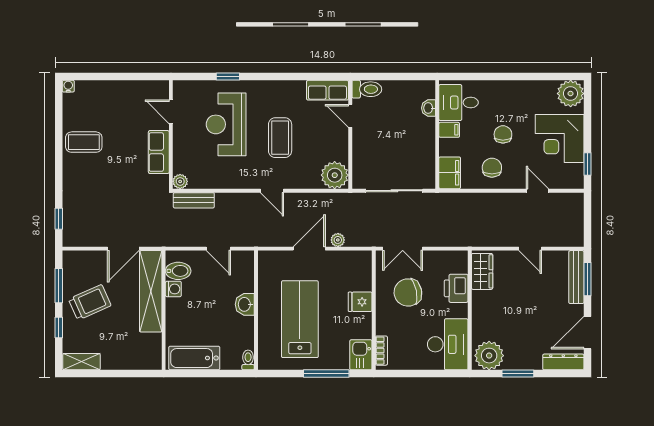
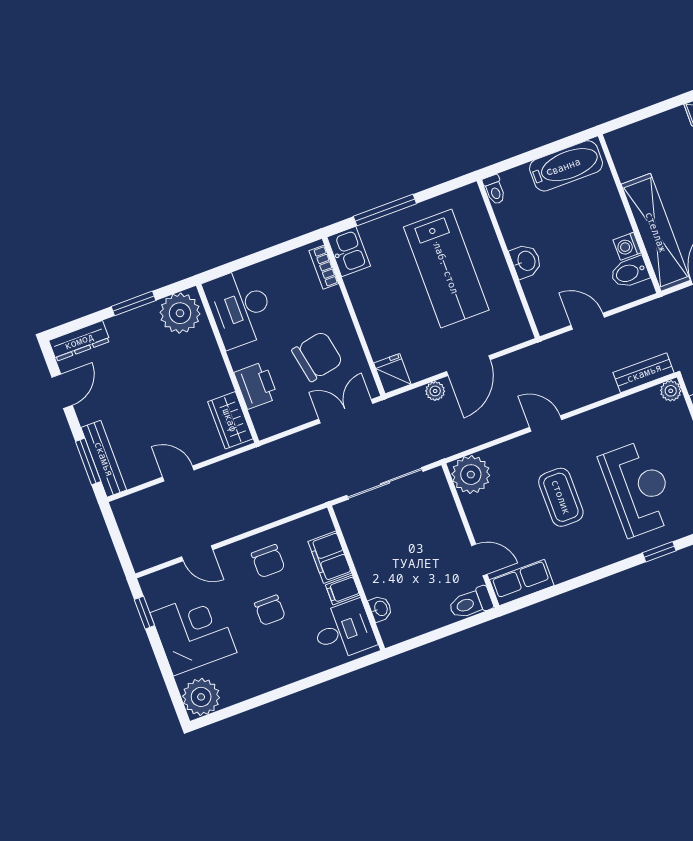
filing cabinet: (450, 173) -> (330, 557), moved
fridge: (360, 302) -> (392, 374), moved, turned -90
door: (587, 333) -> (62, 391), width x0.73

